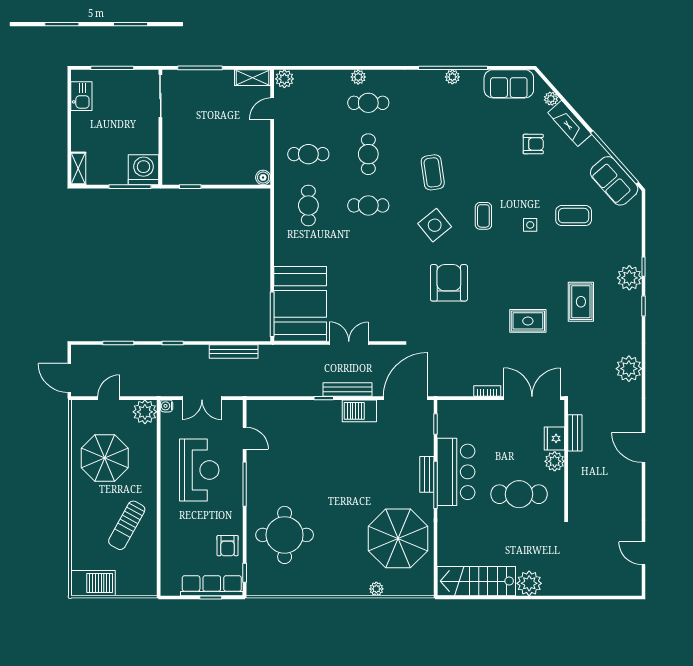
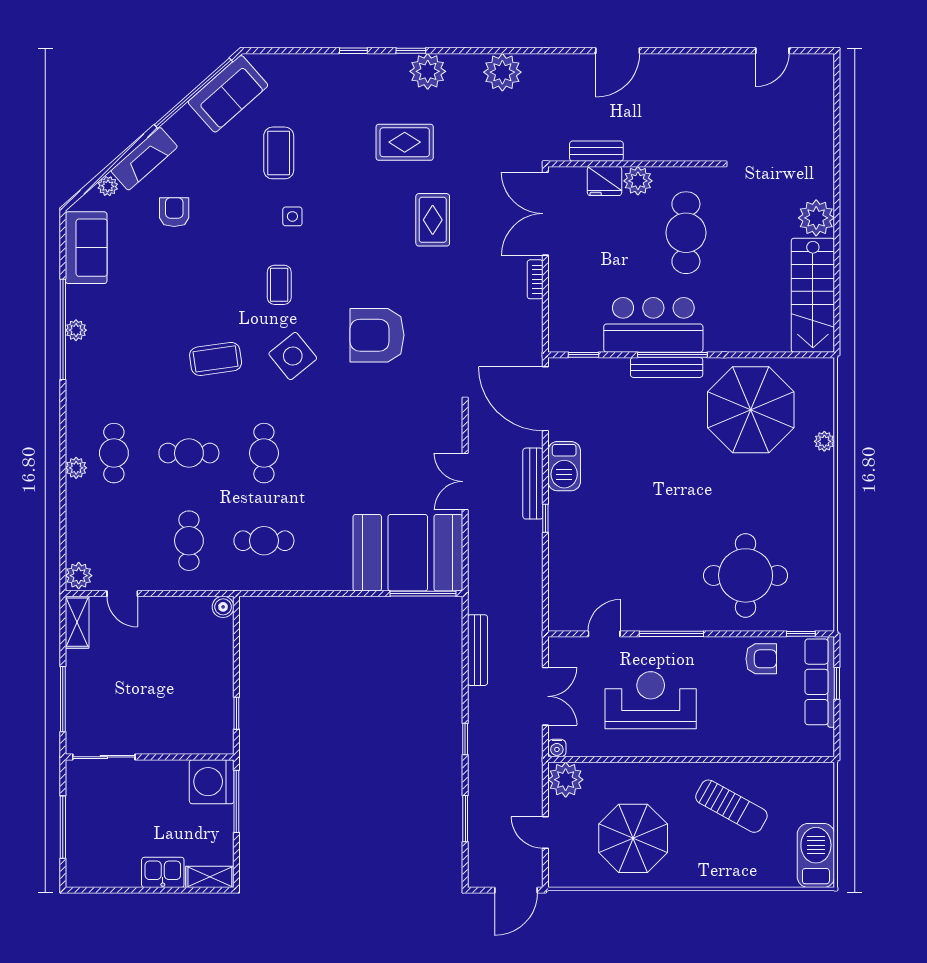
kitchen sink: (81, 96) -> (163, 872), moved
coffee table: (483, 216) -> (279, 285), turned 90
plant: (629, 278) -> (428, 71), moved
bench: (427, 474) -> (667, 367), width x1.36

